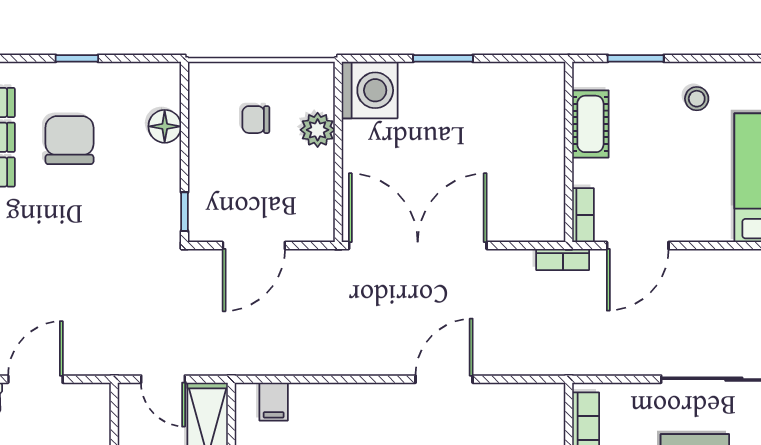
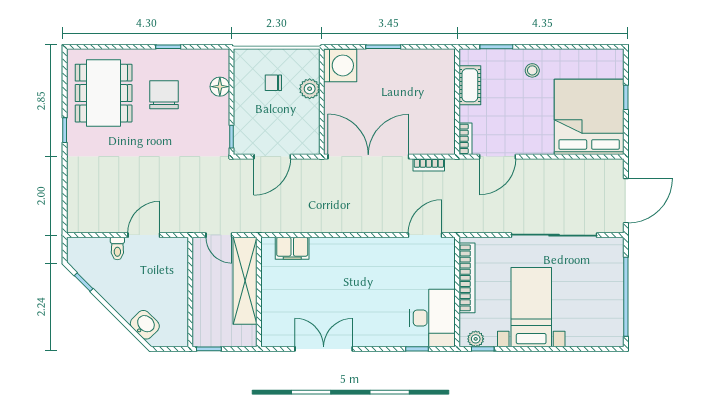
bookcase: (563, 259) -> (429, 165), moved
door: (444, 379) -> (425, 235), moved
filing cabinet: (274, 402) -> (292, 248), width x2.00

